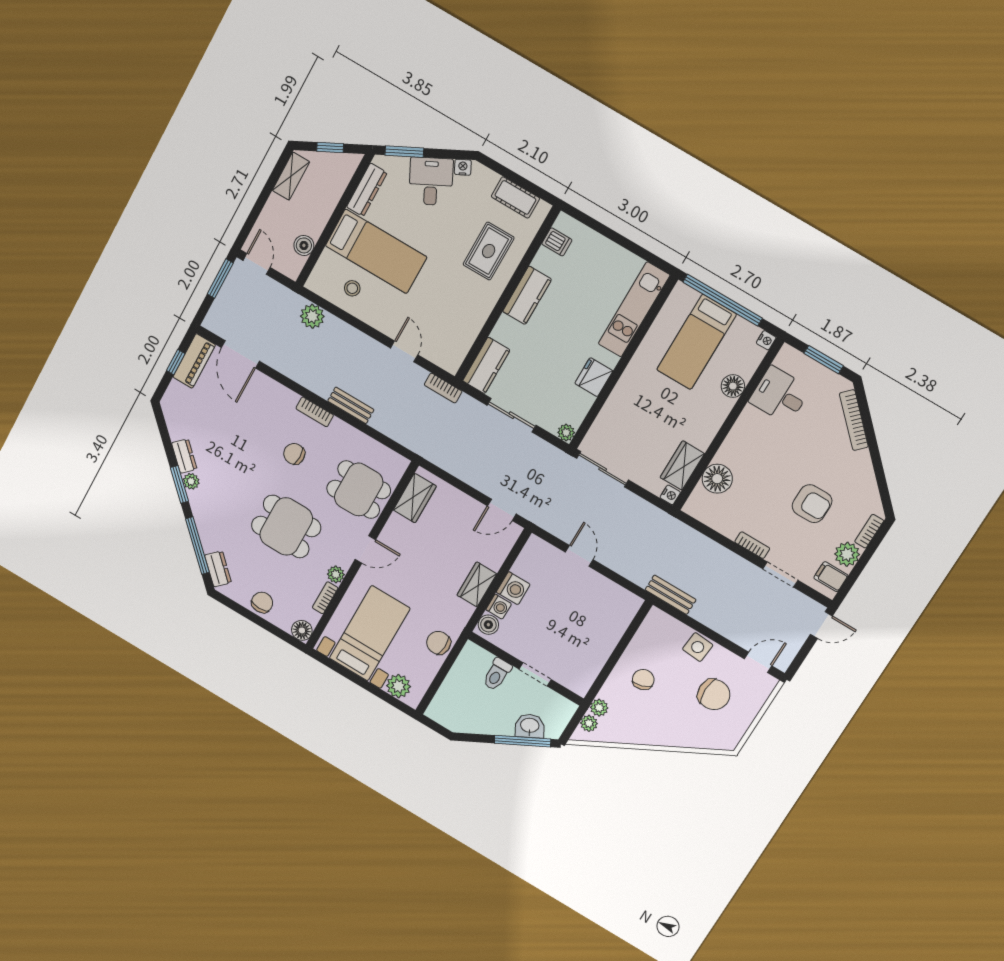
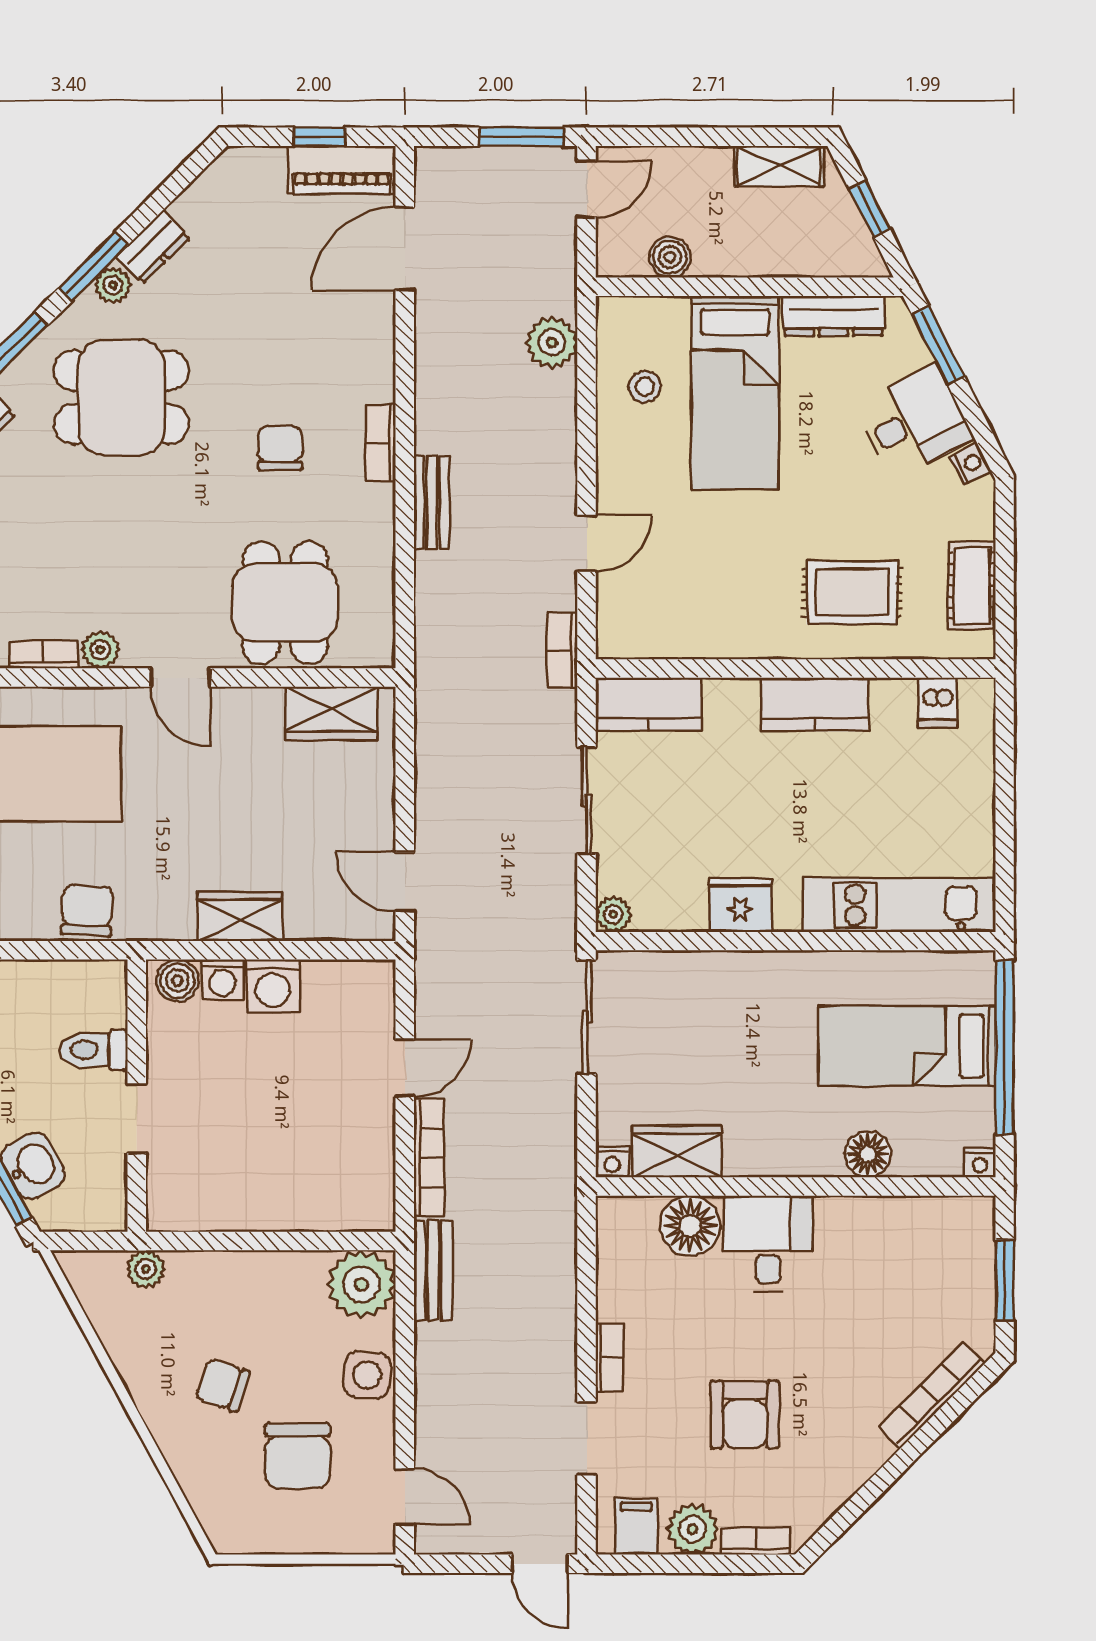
desk: (780, 395) -> (768, 1243), moved
dining table: (286, 526) -> (121, 397), moved, turned 90
bookcase: (622, 568) -> (429, 1158), added
chair: (643, 680) -> (223, 1385), moved, turned -143
plant: (589, 723) -> (361, 1284), moved, width x1.88, depth x1.88

